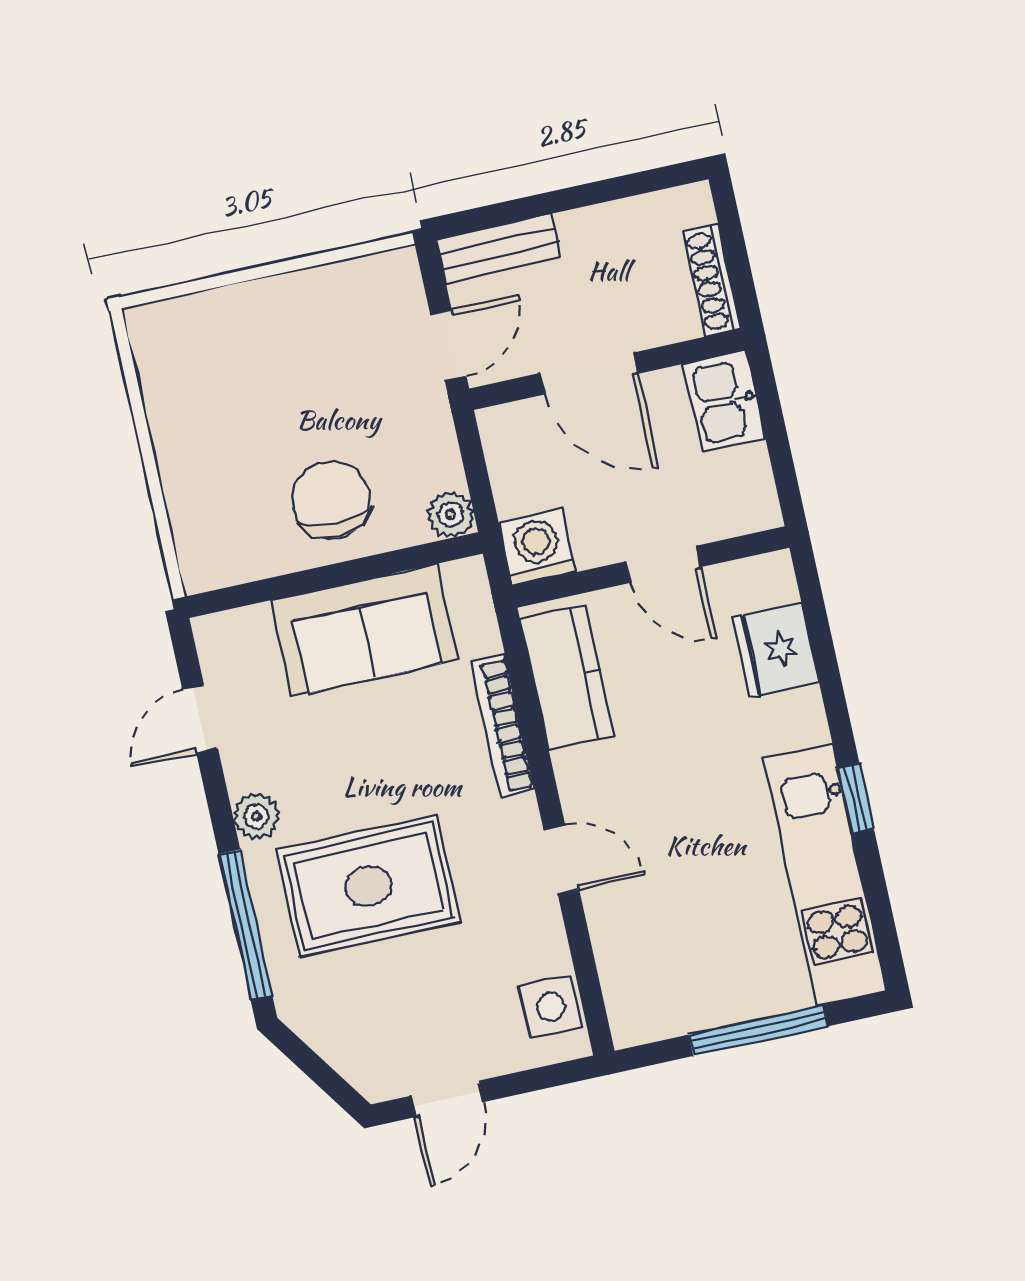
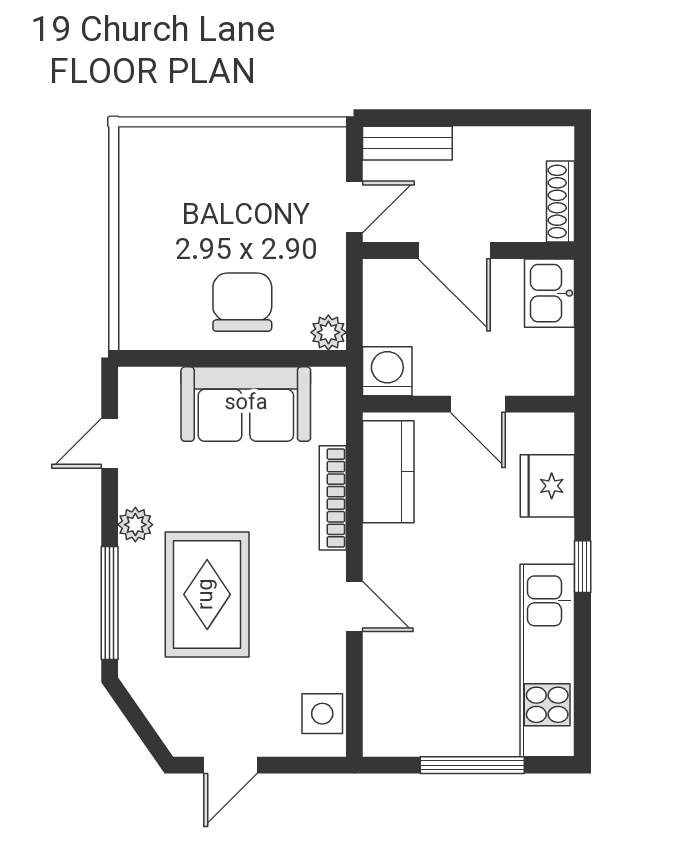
window: (856, 798) -> (583, 567), moved
rug: (368, 886) -> (207, 594), turned 90

